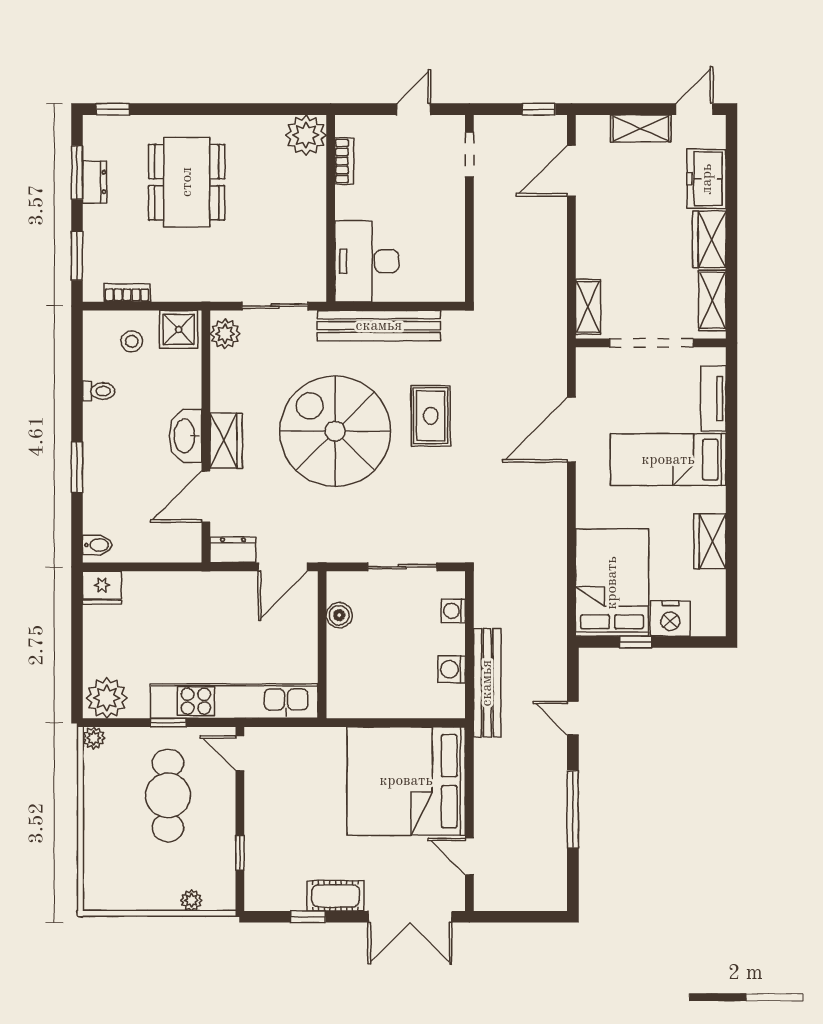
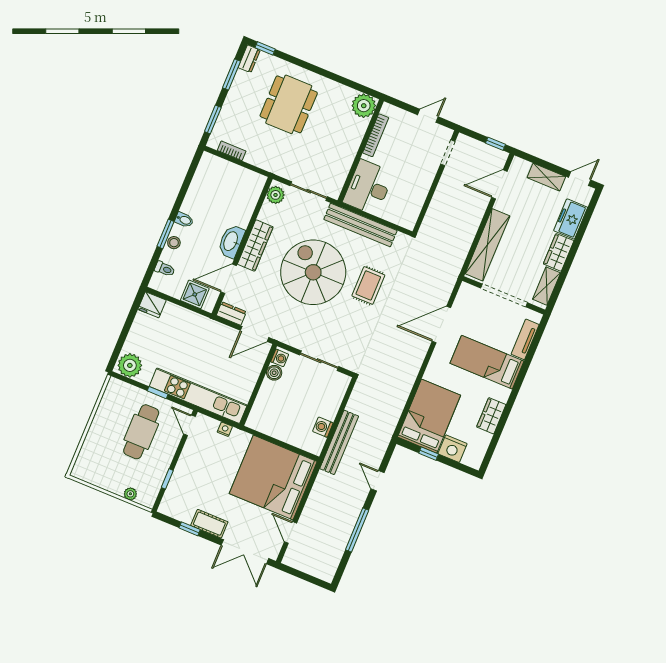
bookcase: (344, 161) -> (376, 135), width x1.56
dresser: (95, 182) -> (249, 59), moved
shelving: (588, 307) -> (487, 245), width x2.20, depth x1.33
shower: (179, 329) -> (195, 294), moved
stool: (132, 341) -> (174, 243), moved
toilet: (99, 391) -> (165, 269), moved
wardrobe: (226, 441) -> (255, 246), width x1.50
bidet: (97, 545) -> (184, 220), moved
washing machine: (453, 611) -> (280, 358), moved, turned 180
nightstand: (298, 737) -> (225, 429), added
plant: (94, 738) -> (114, 384), removed

